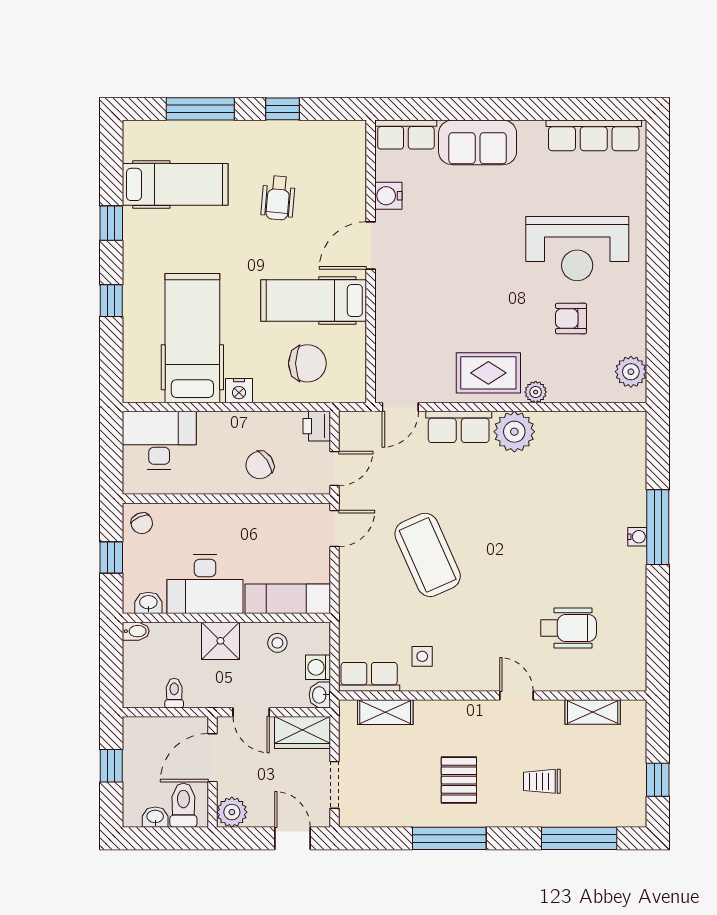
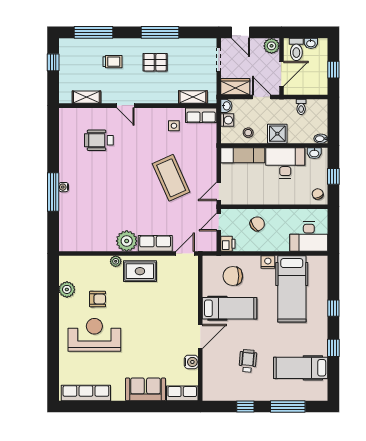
plant: (631, 372) -> (67, 289), moved
pallet: (459, 780) -> (155, 62), turned 90

